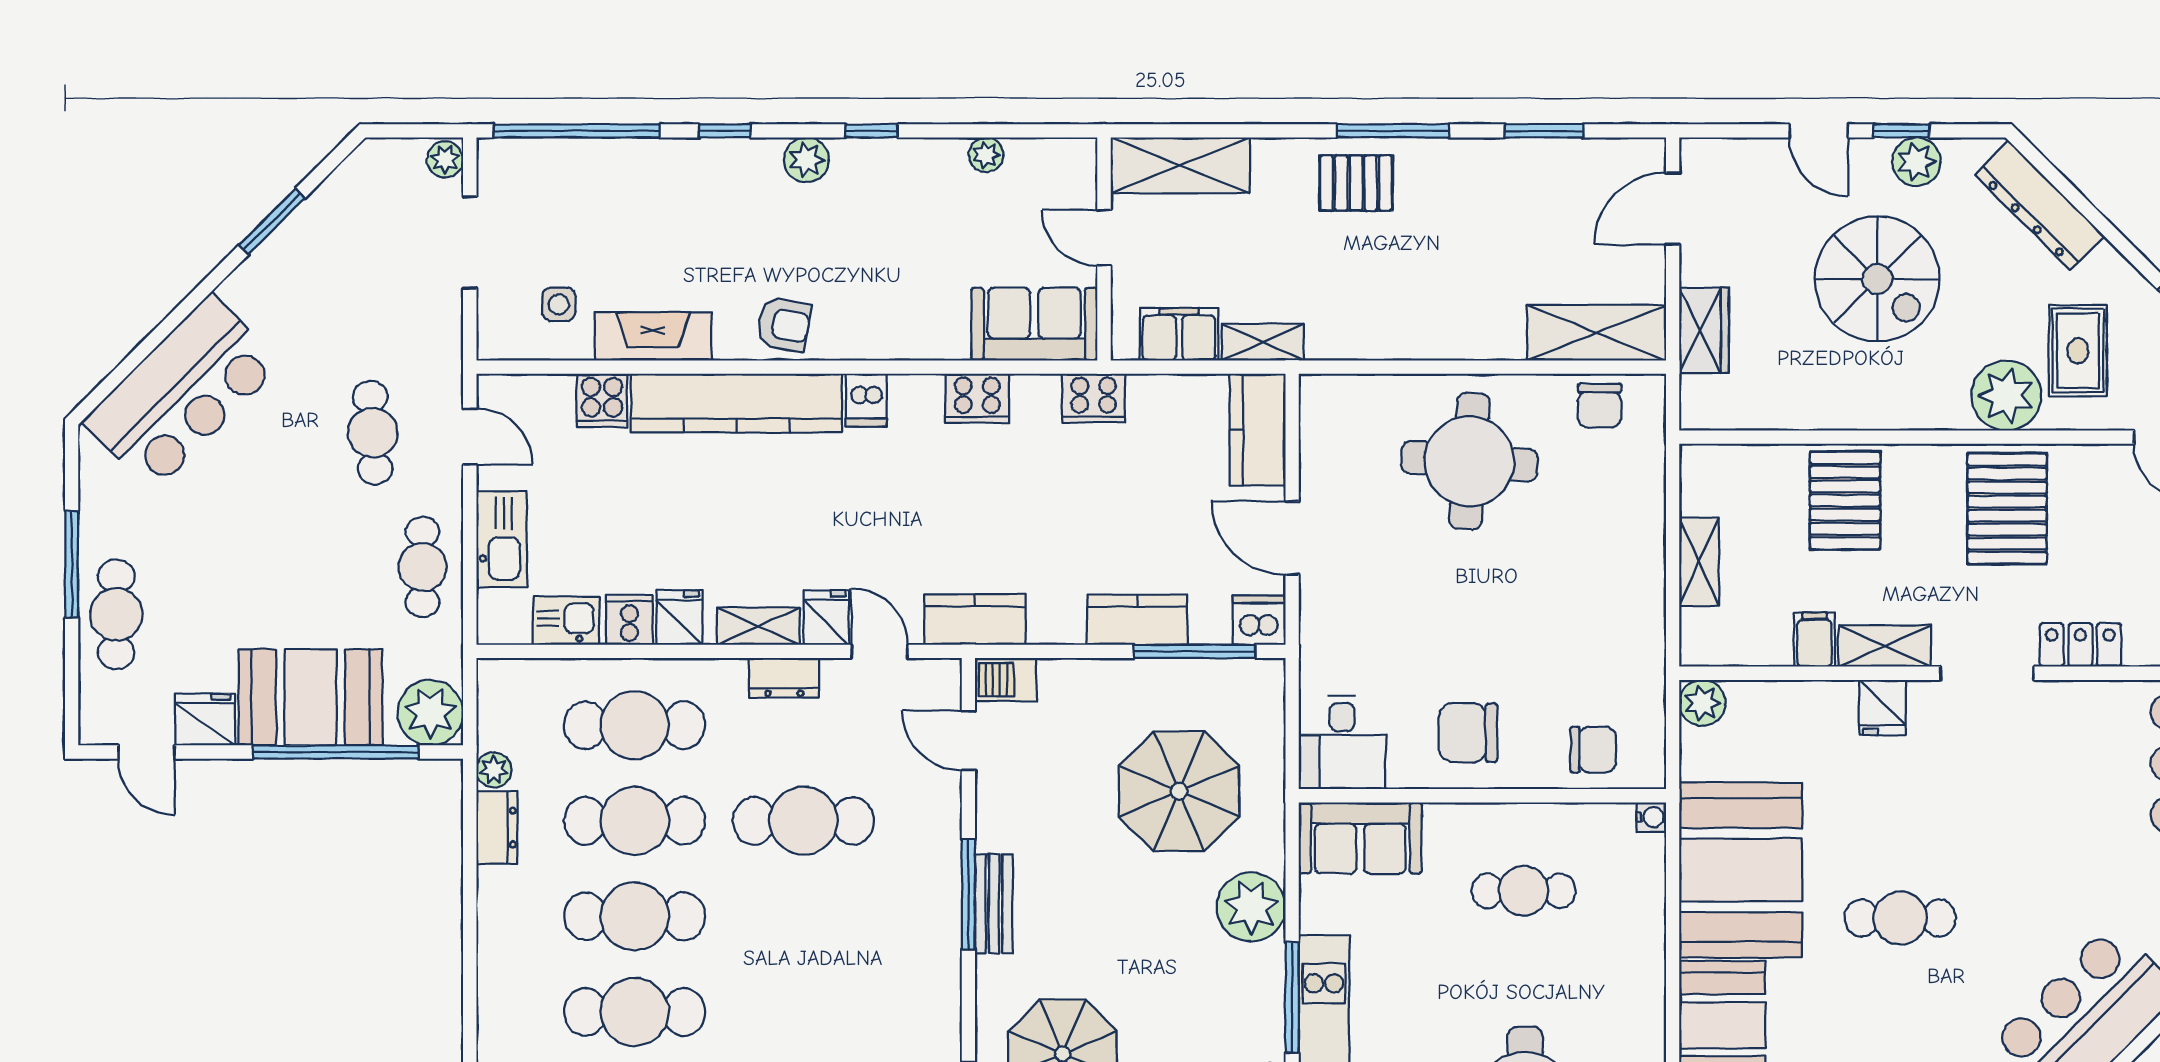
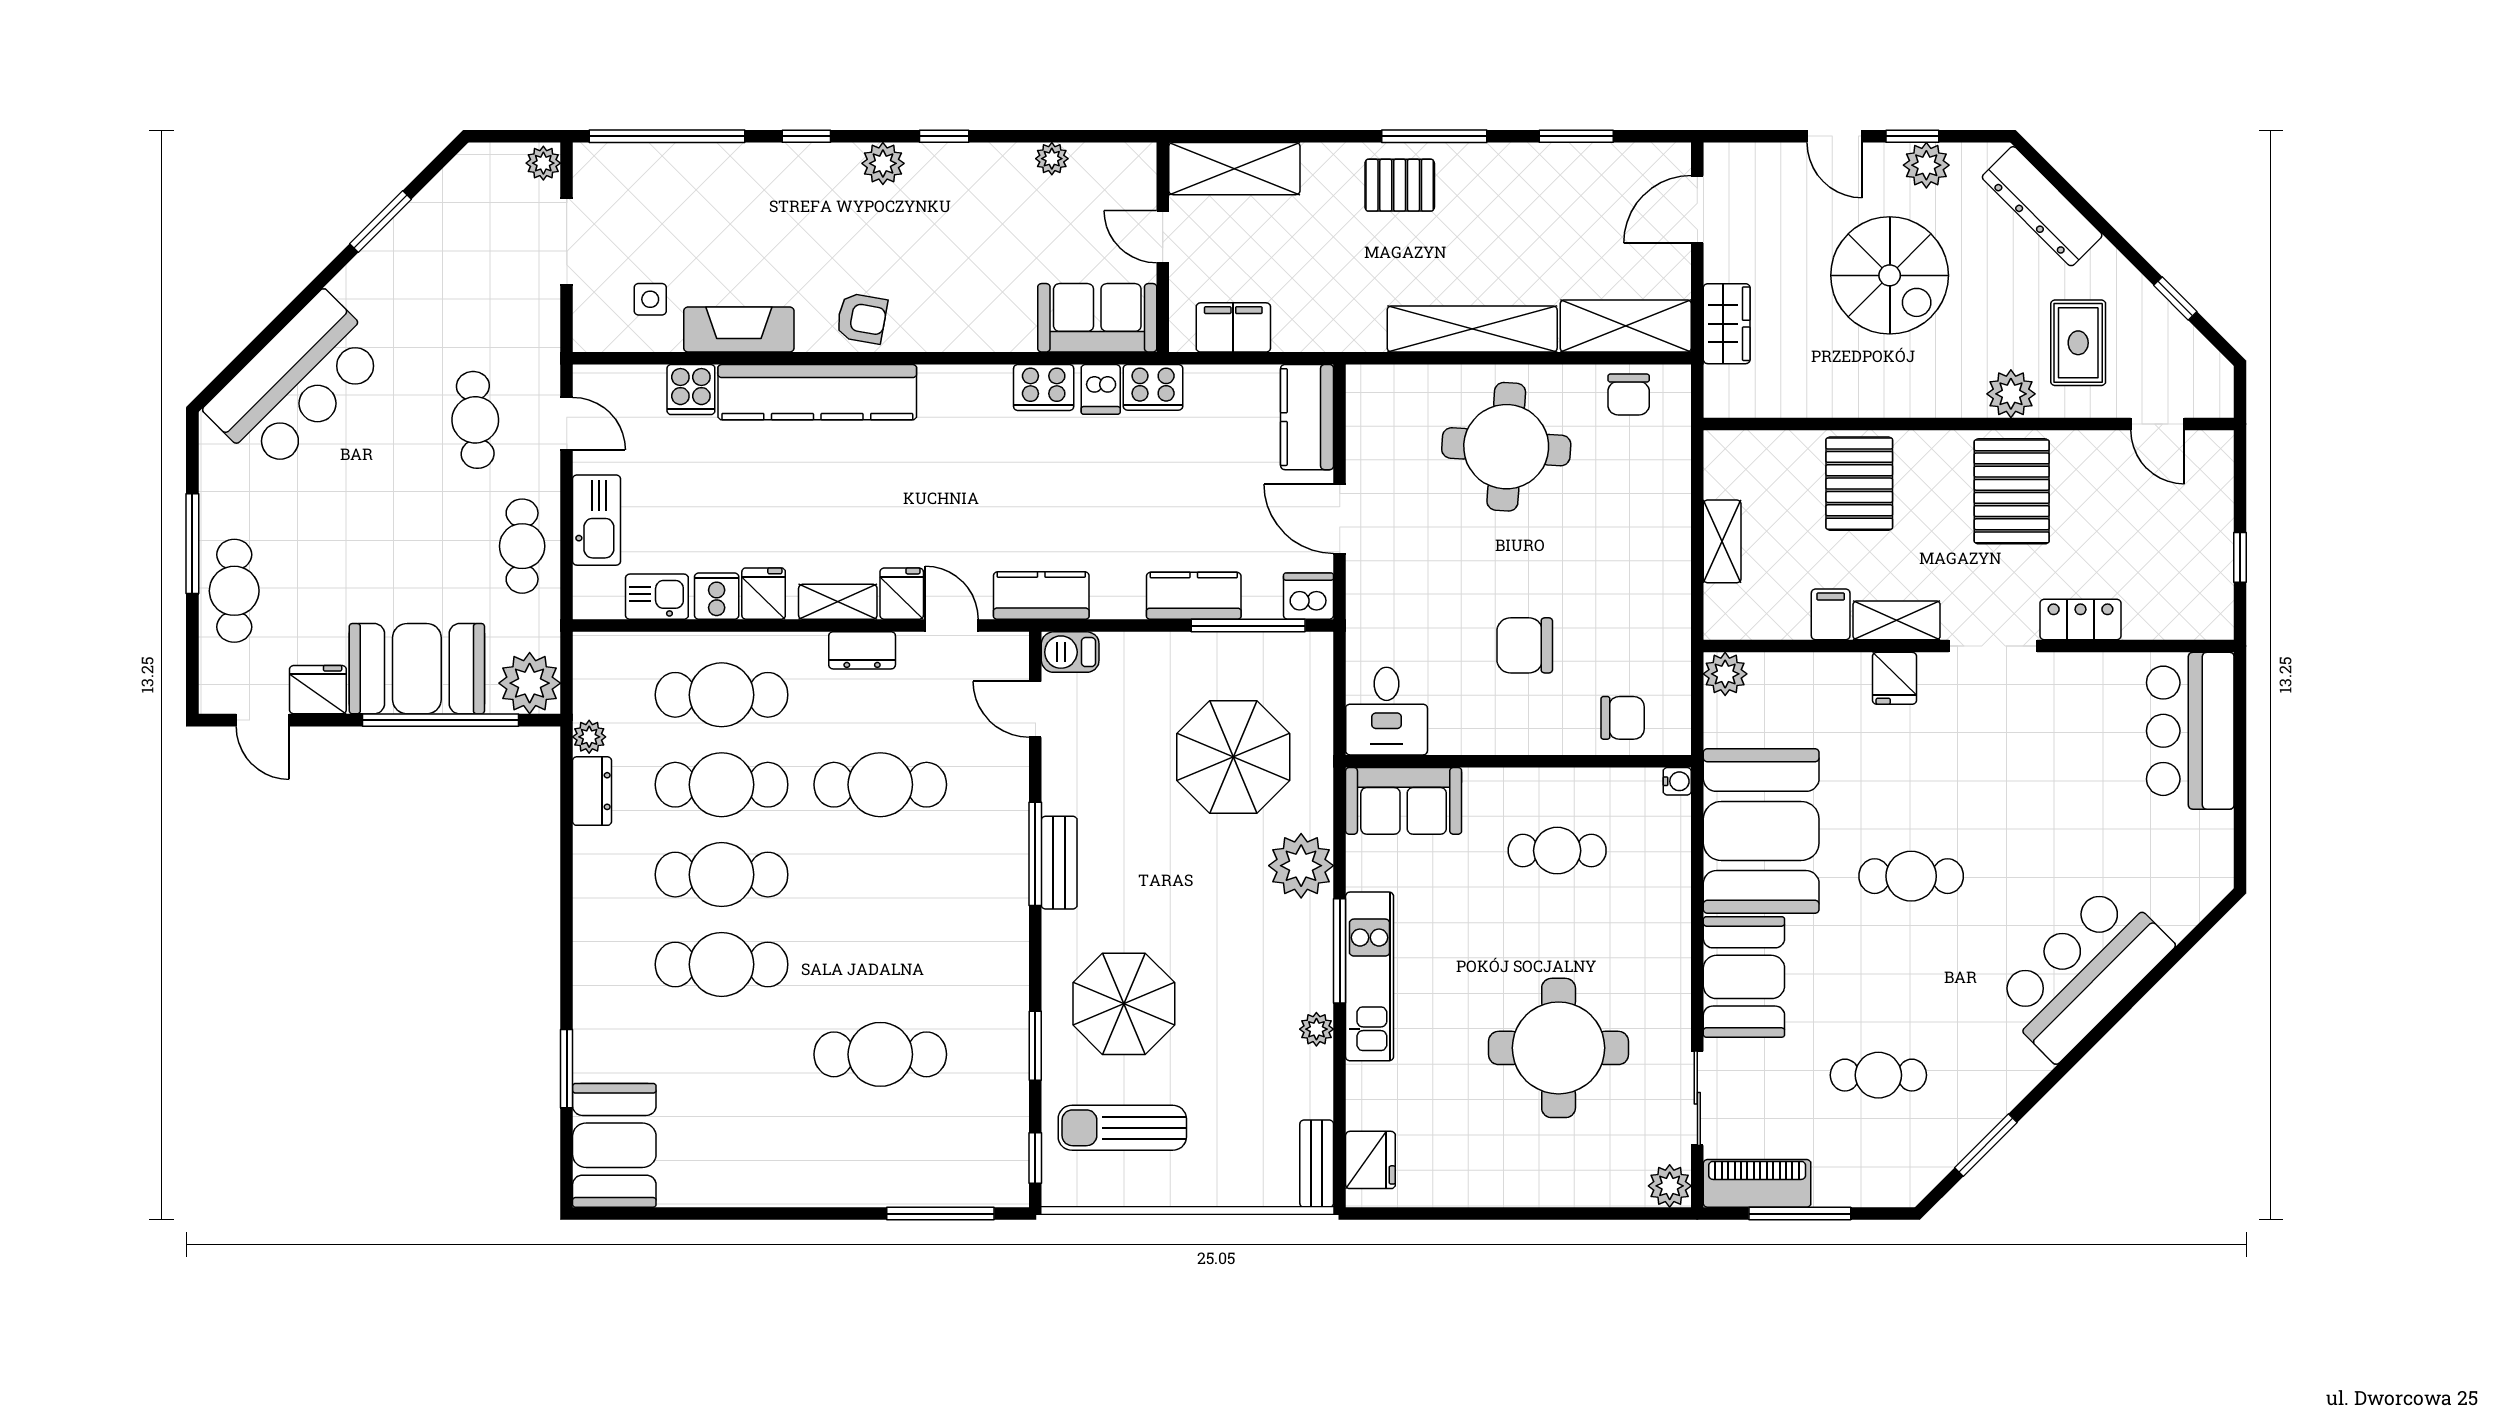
shelving: (1263, 342) -> (1472, 329), moved, width x2.20, depth x1.33
plant: (2006, 396) -> (2011, 394), width x0.73, depth x0.73
dishwasher: (866, 400) -> (1101, 389), moved
chair: (1468, 733) -> (1525, 645), moved

